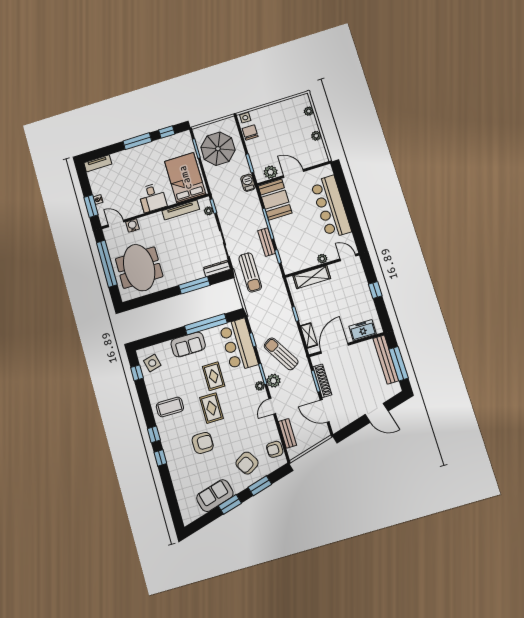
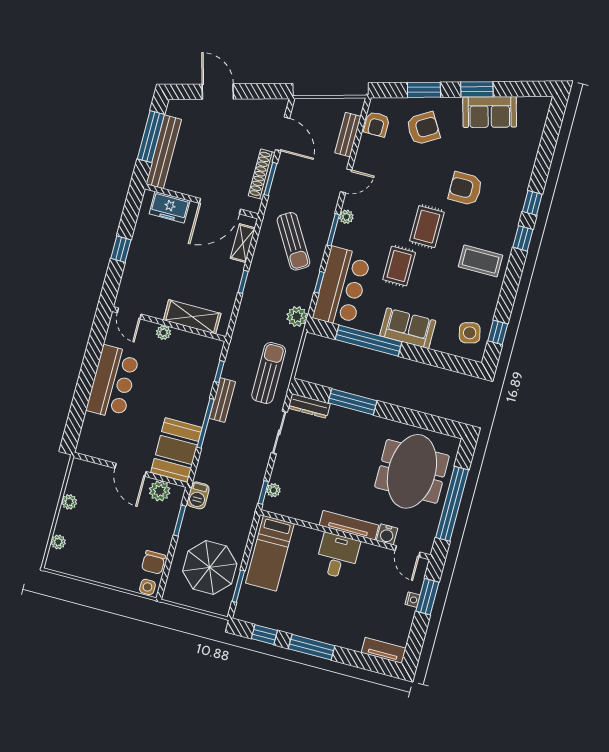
bed: (185, 178) -> (270, 553), width x0.67
bar counter: (331, 207) -> (113, 382), width x0.73
tv unit: (181, 210) -> (349, 525), moved
plant: (274, 381) -> (297, 317), moved
armchair: (275, 449) -> (377, 124), turned 90

